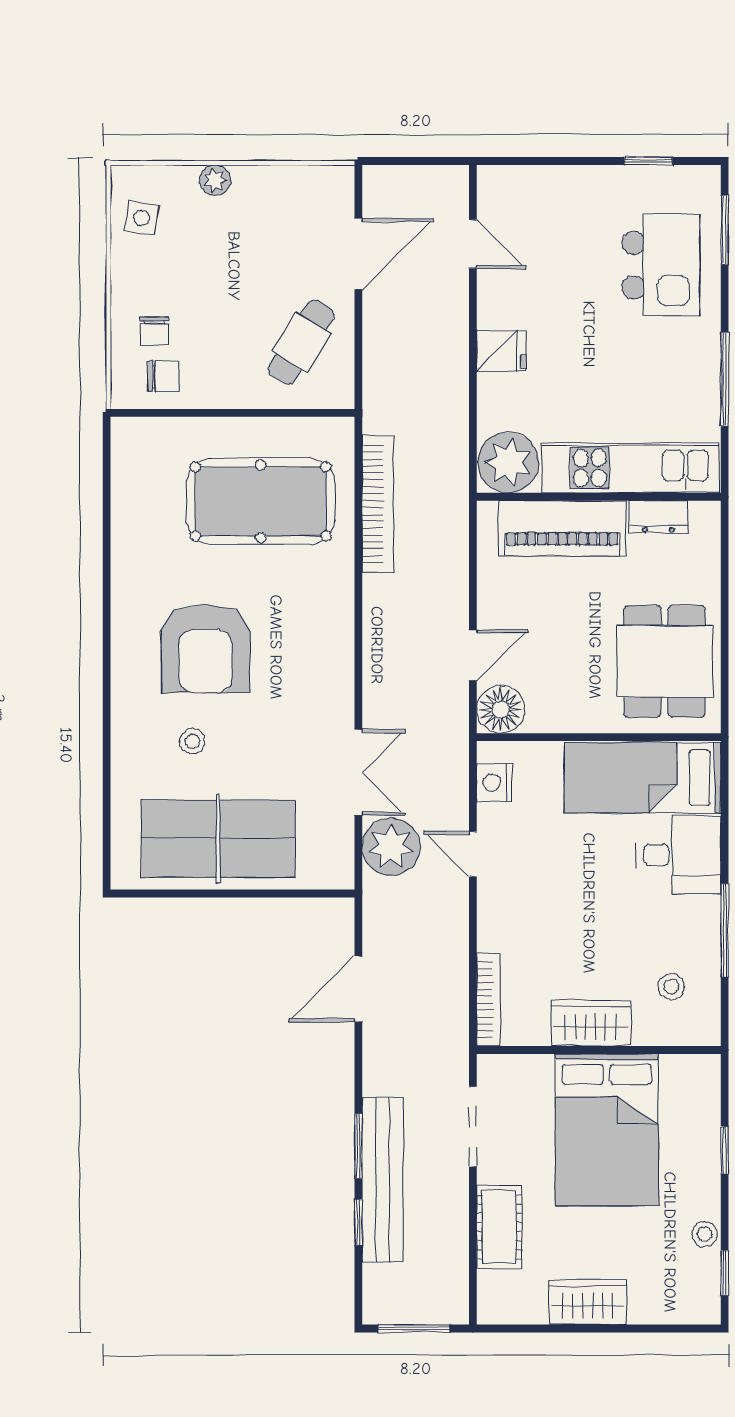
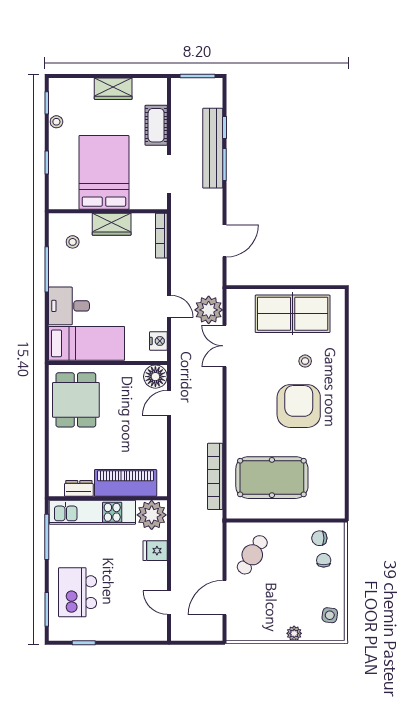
plant: (508, 463) -> (152, 515), moved
kitchen unit: (631, 468) -> (92, 512), moved
wall: (599, 497) -> (108, 498), moved
dresser: (658, 517) -> (79, 488), moved
piano: (562, 528) -> (126, 483), moved

